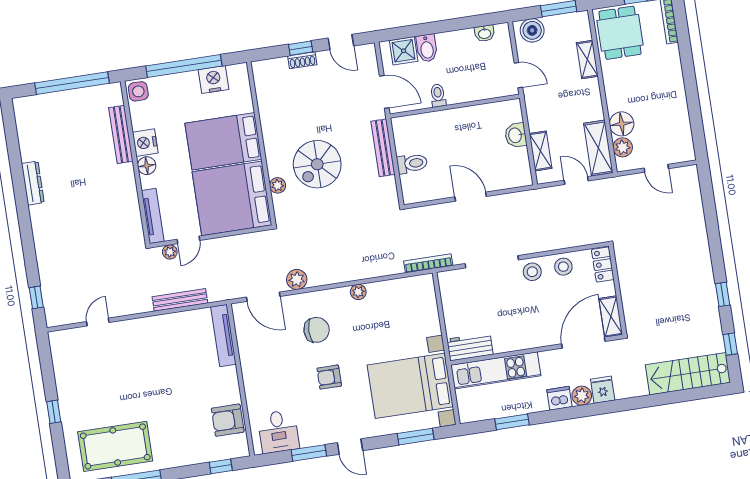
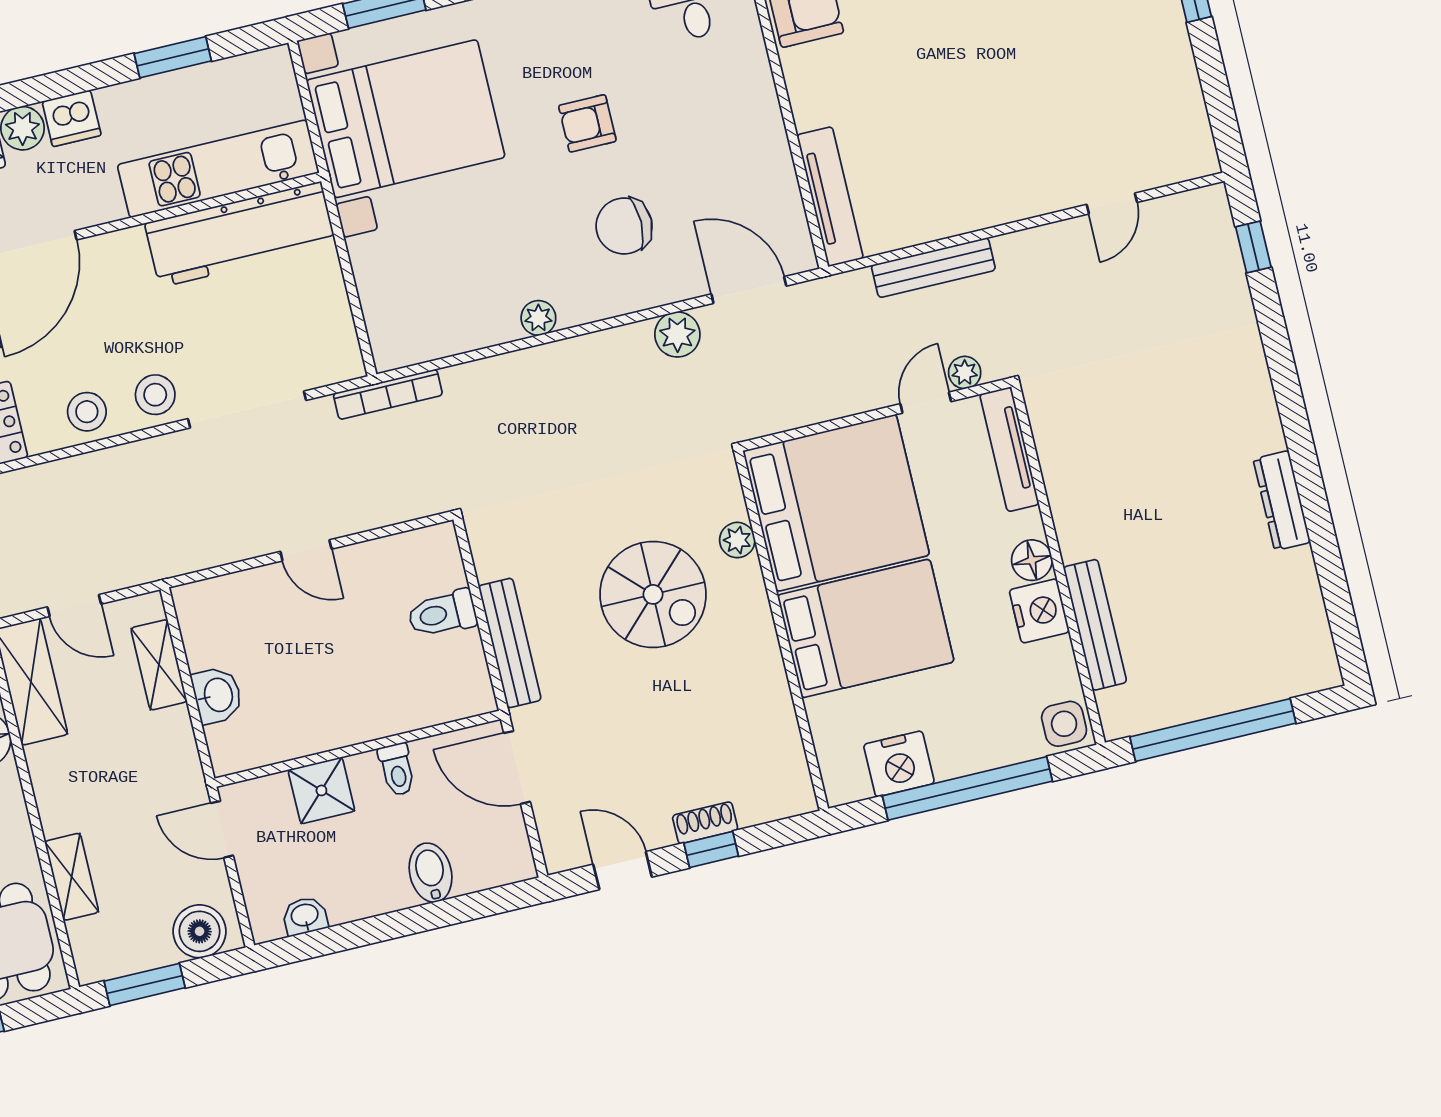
shower: (404, 51) -> (321, 790), moved
spiral stairs: (317, 164) -> (653, 594), turned 90
door: (471, 197) -> (306, 550), width x0.73
workbench: (470, 347) -> (241, 234), width x1.88, depth x1.32
armchair: (329, 377) -> (587, 123), turned 180

